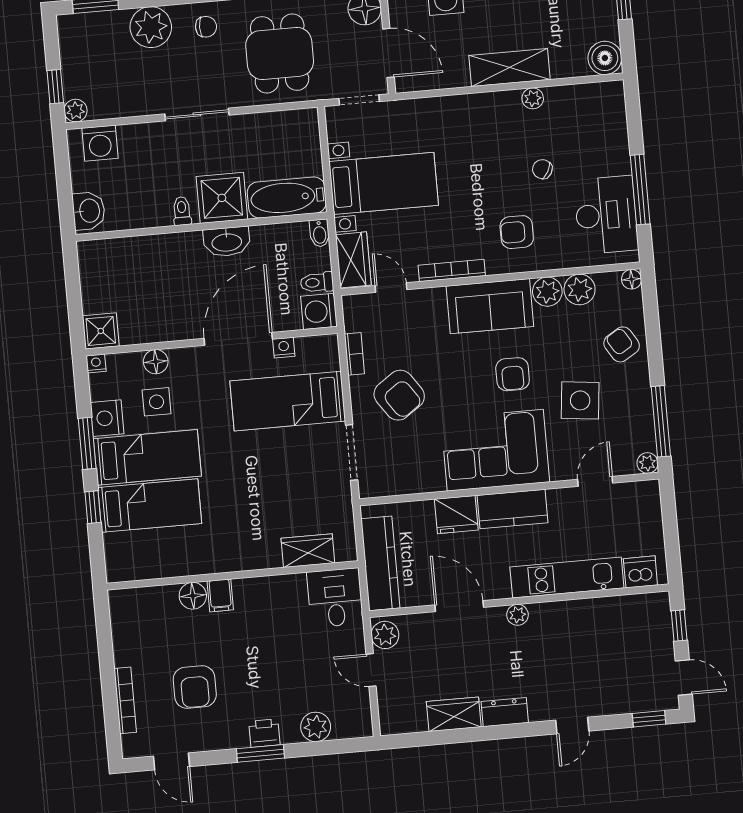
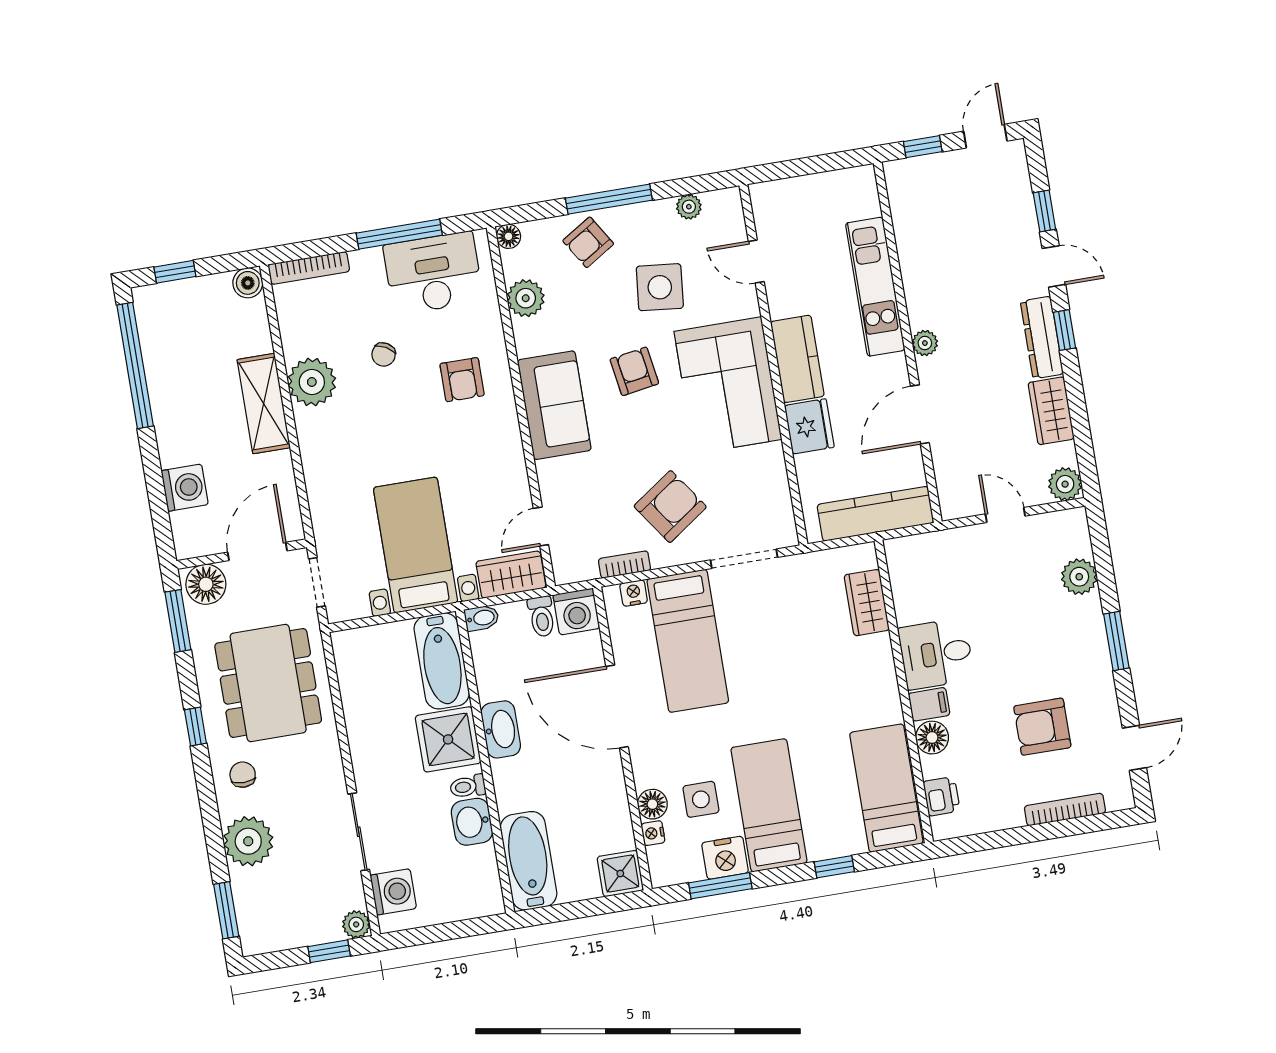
dining table: (280, 53) -> (268, 683), width x1.38
boiler: (605, 58) -> (248, 283), width x0.73, depth x0.73
plant: (533, 98) -> (312, 382), width x1.88, depth x1.88
sliding door: (197, 114) -> (359, 832), moved
washbasin: (89, 211) -> (472, 822), moved, turned -90
bathtub: (117, 256) -> (529, 861), added
bookcase: (452, 270) -> (309, 268), moved, turned -90
plant: (547, 292) -> (531, 337), removed
nightstand: (284, 348) -> (634, 593), moved, turned 90
nightstand: (96, 363) -> (653, 833), moved
armchair: (513, 374) -> (634, 371), turned -99
window: (661, 421) -> (609, 199), moved
window: (87, 443) -> (720, 886), moved
plant: (647, 463) -> (689, 207), moved
bed: (150, 505) -> (886, 788), moved
dishwasher: (640, 572) -> (862, 198), removed
desk: (335, 598) -> (936, 654), moved
plant: (385, 635) -> (1065, 484), moved
door: (371, 670) -> (1005, 515), swing flipped
armchair: (195, 687) -> (1042, 727), turned 180
dresser: (505, 712) -> (1042, 338), width x1.44
window: (649, 719) -> (1044, 211), moved
window: (519, 730) -> (1064, 330), added
printer: (264, 733) -> (942, 796), moved, turned 180

